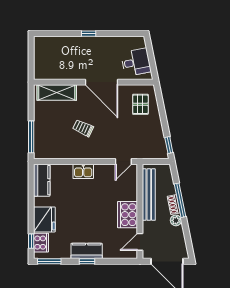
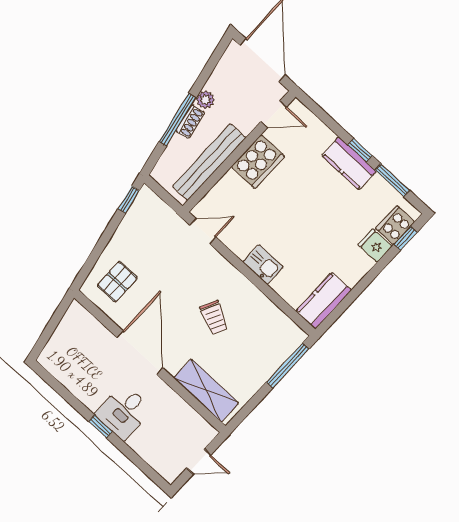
door: (31, 58) -> (199, 462), added
desk: (136, 62) -> (124, 412), moved, turned -79
fridge: (44, 219) -> (375, 246), width x0.53, depth x0.75
window: (49, 261) -> (392, 180), moved

